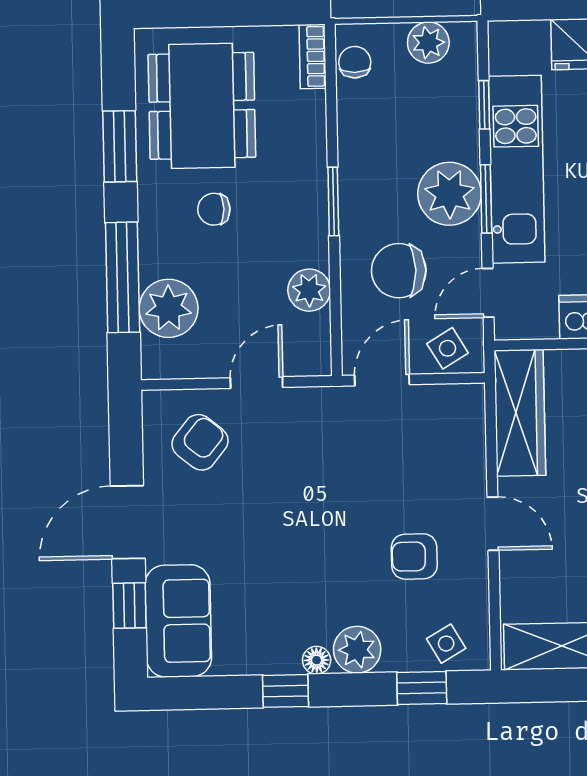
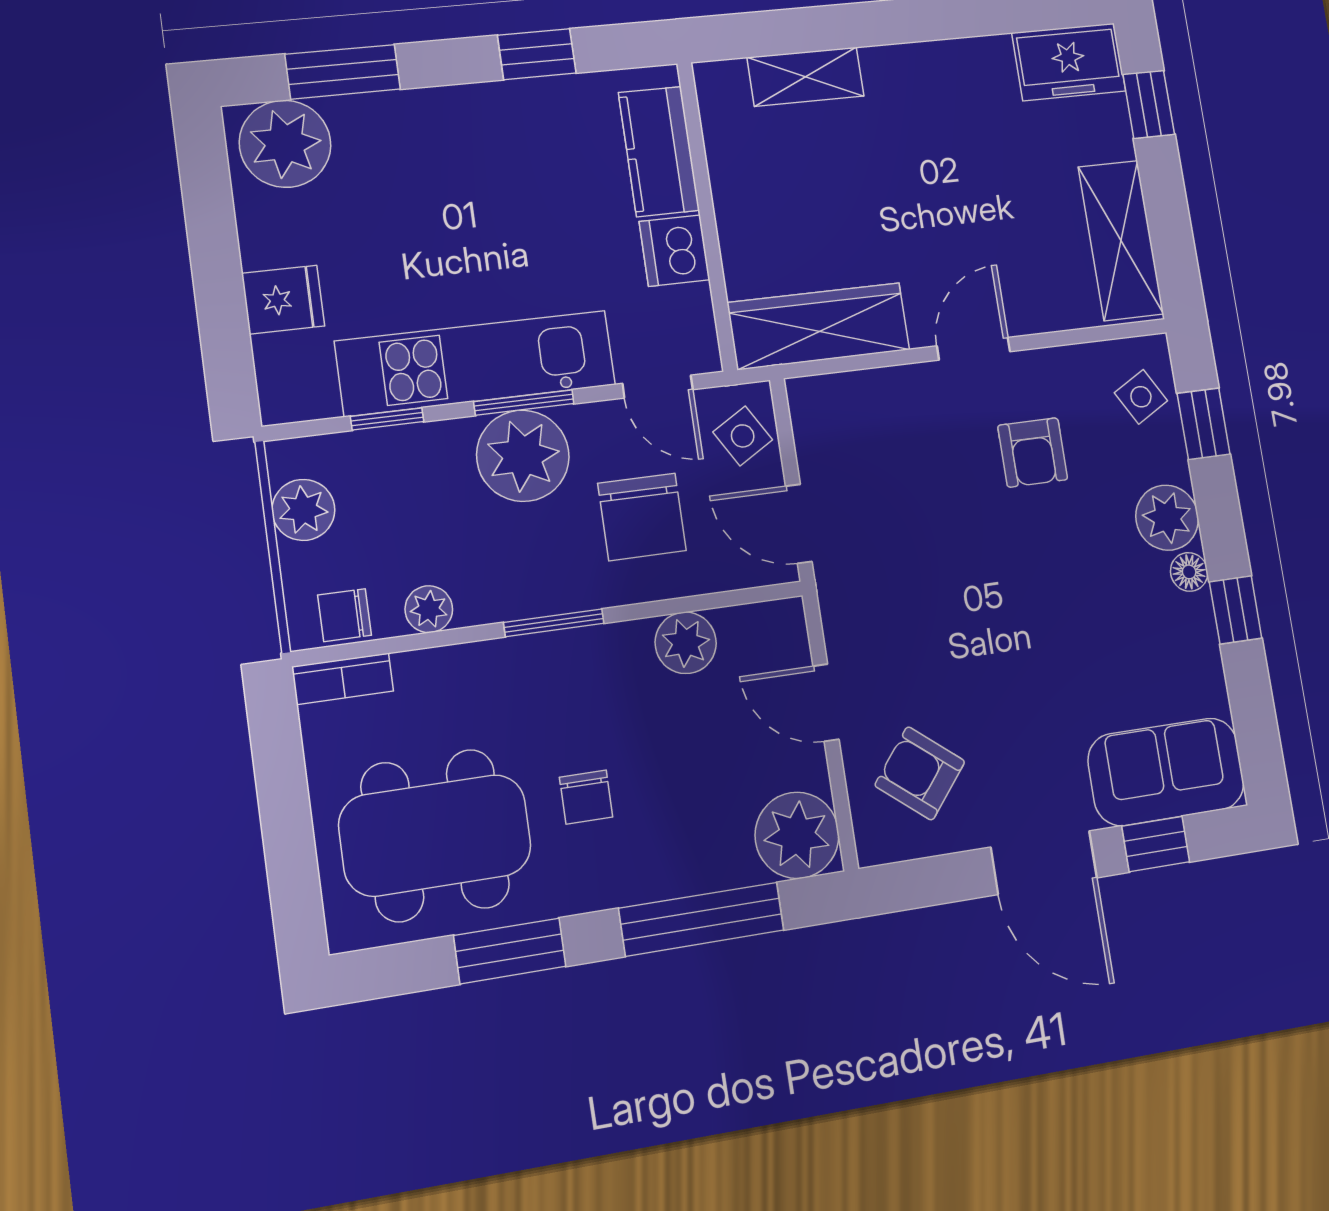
plant: (352, 118) -> (429, 609), added
plant: (169, 308) -> (797, 835), moved

